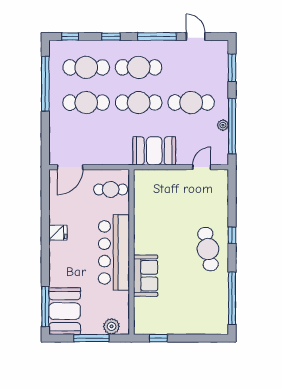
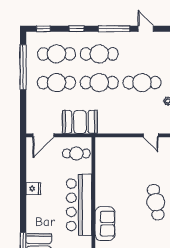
booth: (154, 151) -> (80, 122), moved
door: (202, 167) -> (151, 135), swing flipped

